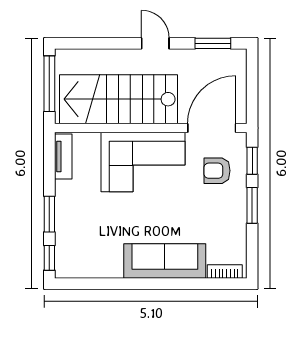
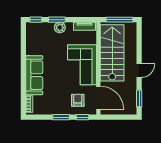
plant: (66, 208) -> (60, 28), added

